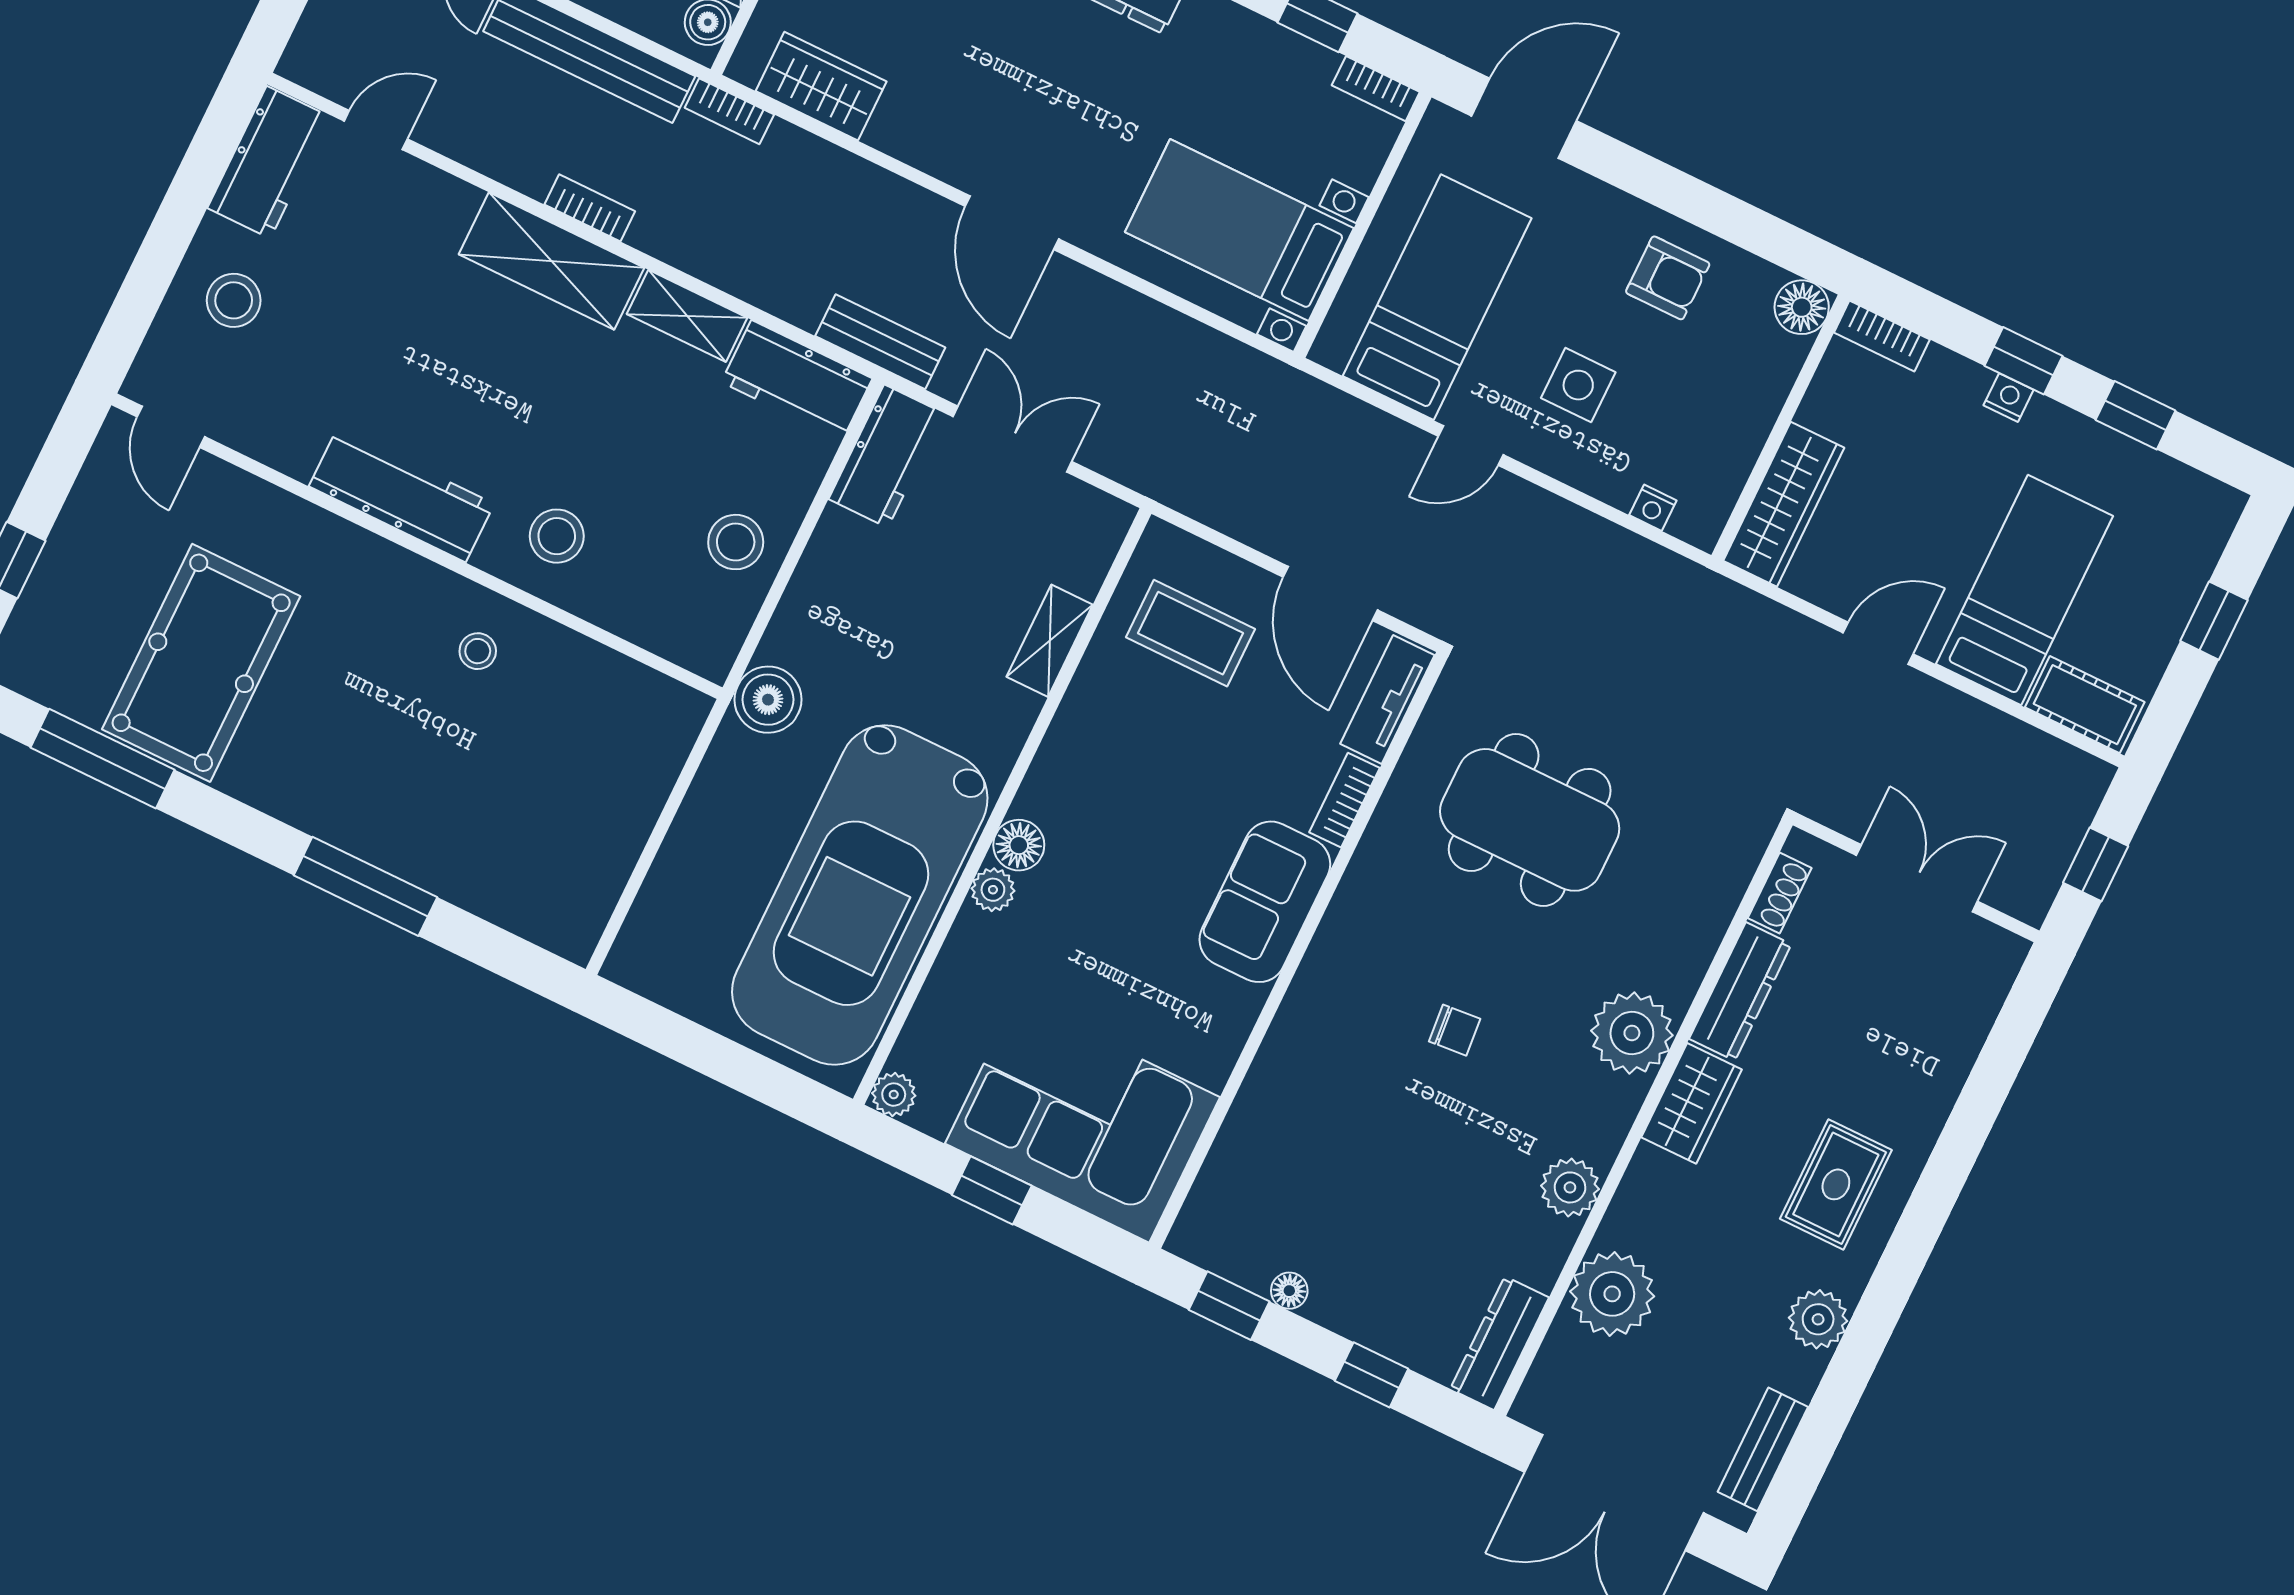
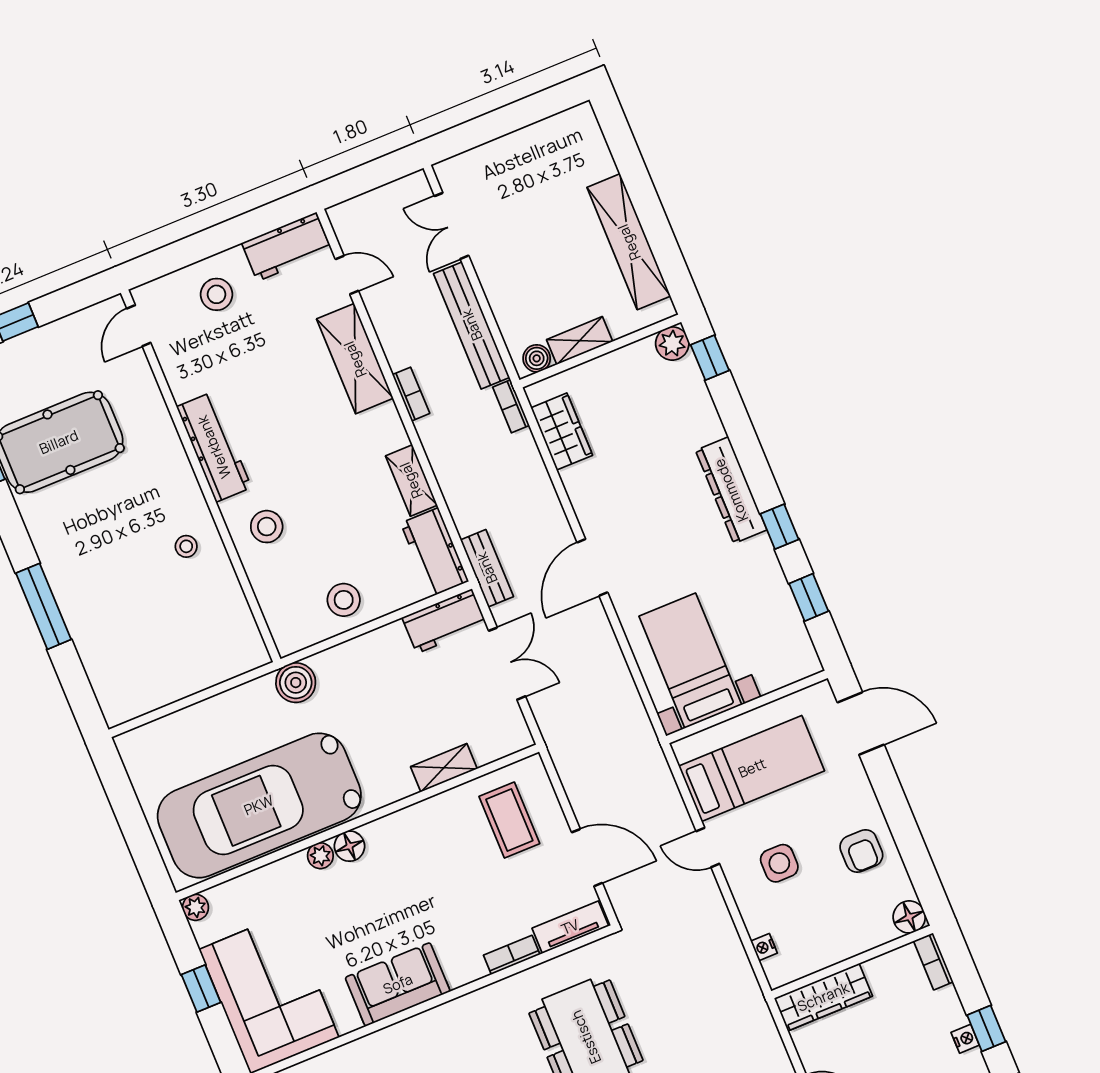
bookcase: (1376, 89) -> (807, 652), removed
shelving: (552, 261) -> (355, 359), moved
door: (1330, 593) -> (587, 858), swing flipped
sofa: (1265, 902) -> (398, 984), moved

